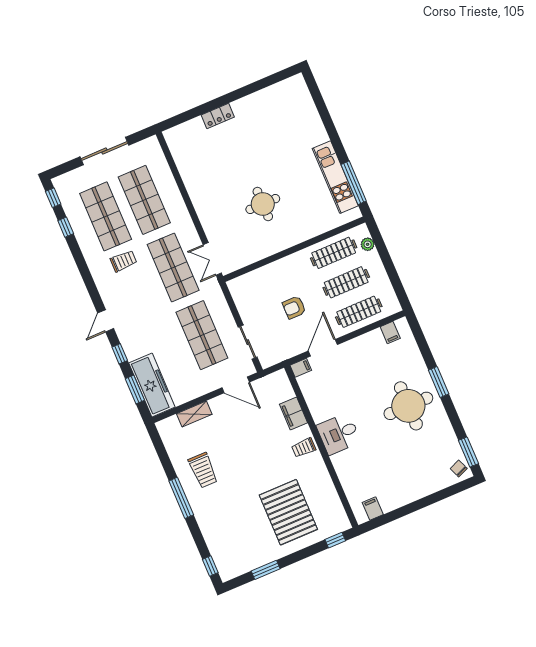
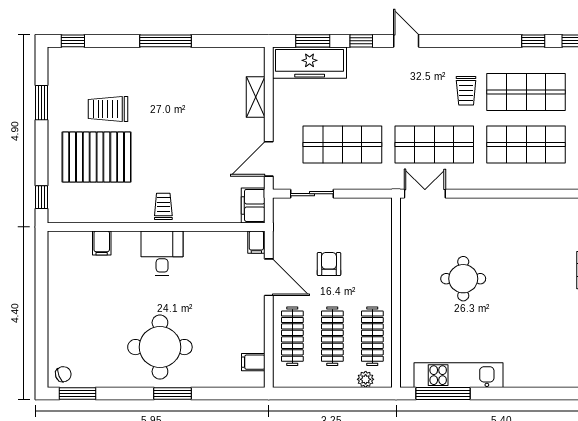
filing cabinet: (294, 413) -> (253, 205), moved, turned -90
trolley: (203, 470) -> (108, 109), moved
filing cabinet: (373, 508) -> (102, 243), moved, turned 90

